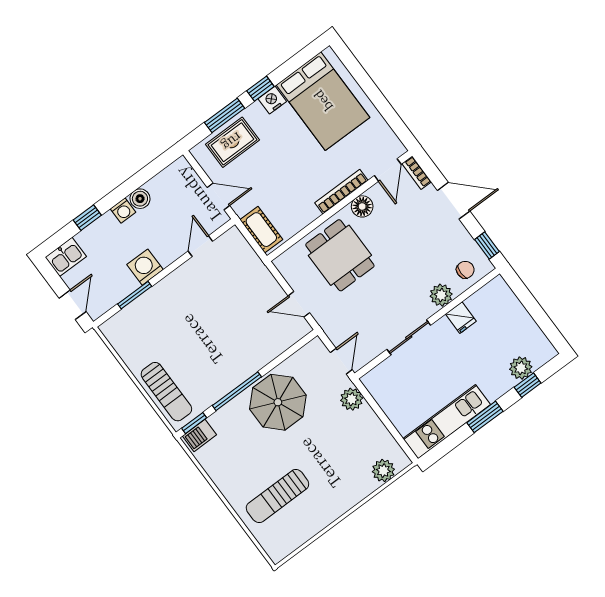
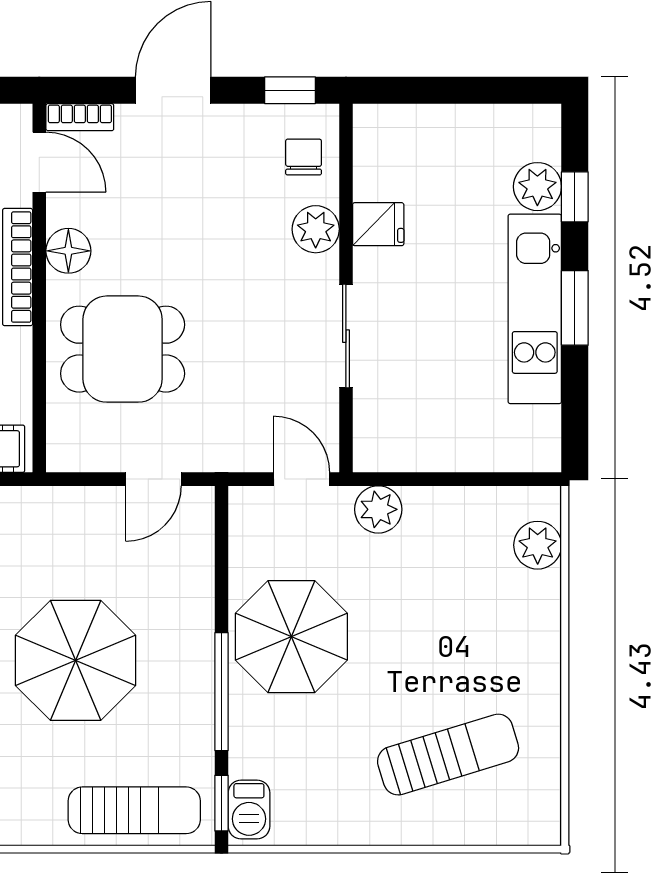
parasol: (207, 326) -> (76, 660), added
kitchen unit: (447, 422) -> (535, 309), moved
sun lounger: (277, 496) -> (448, 755), turned -107

